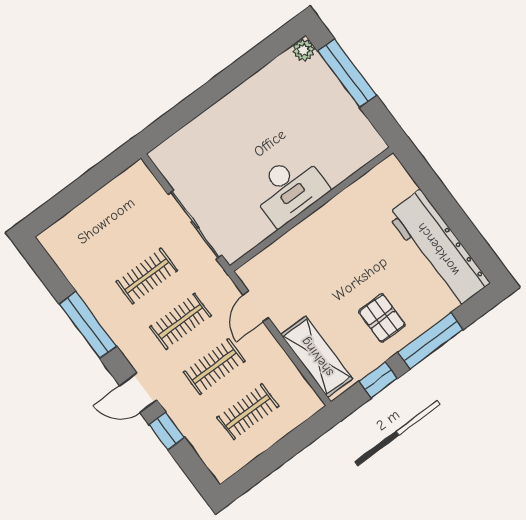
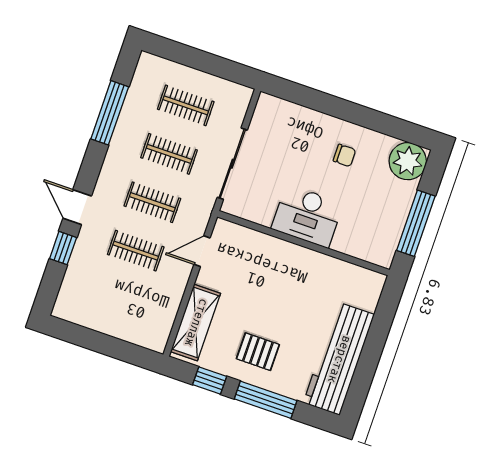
plant: (304, 50) -> (408, 161), width x1.87, depth x1.87
window: (347, 73) -> (416, 223), moved
chair: (257, 117) -> (345, 155), added
pallet: (382, 318) -> (258, 352), turned 90
window: (88, 325) -> (110, 113), moved
clothes rail: (248, 412) -> (186, 105), moved

